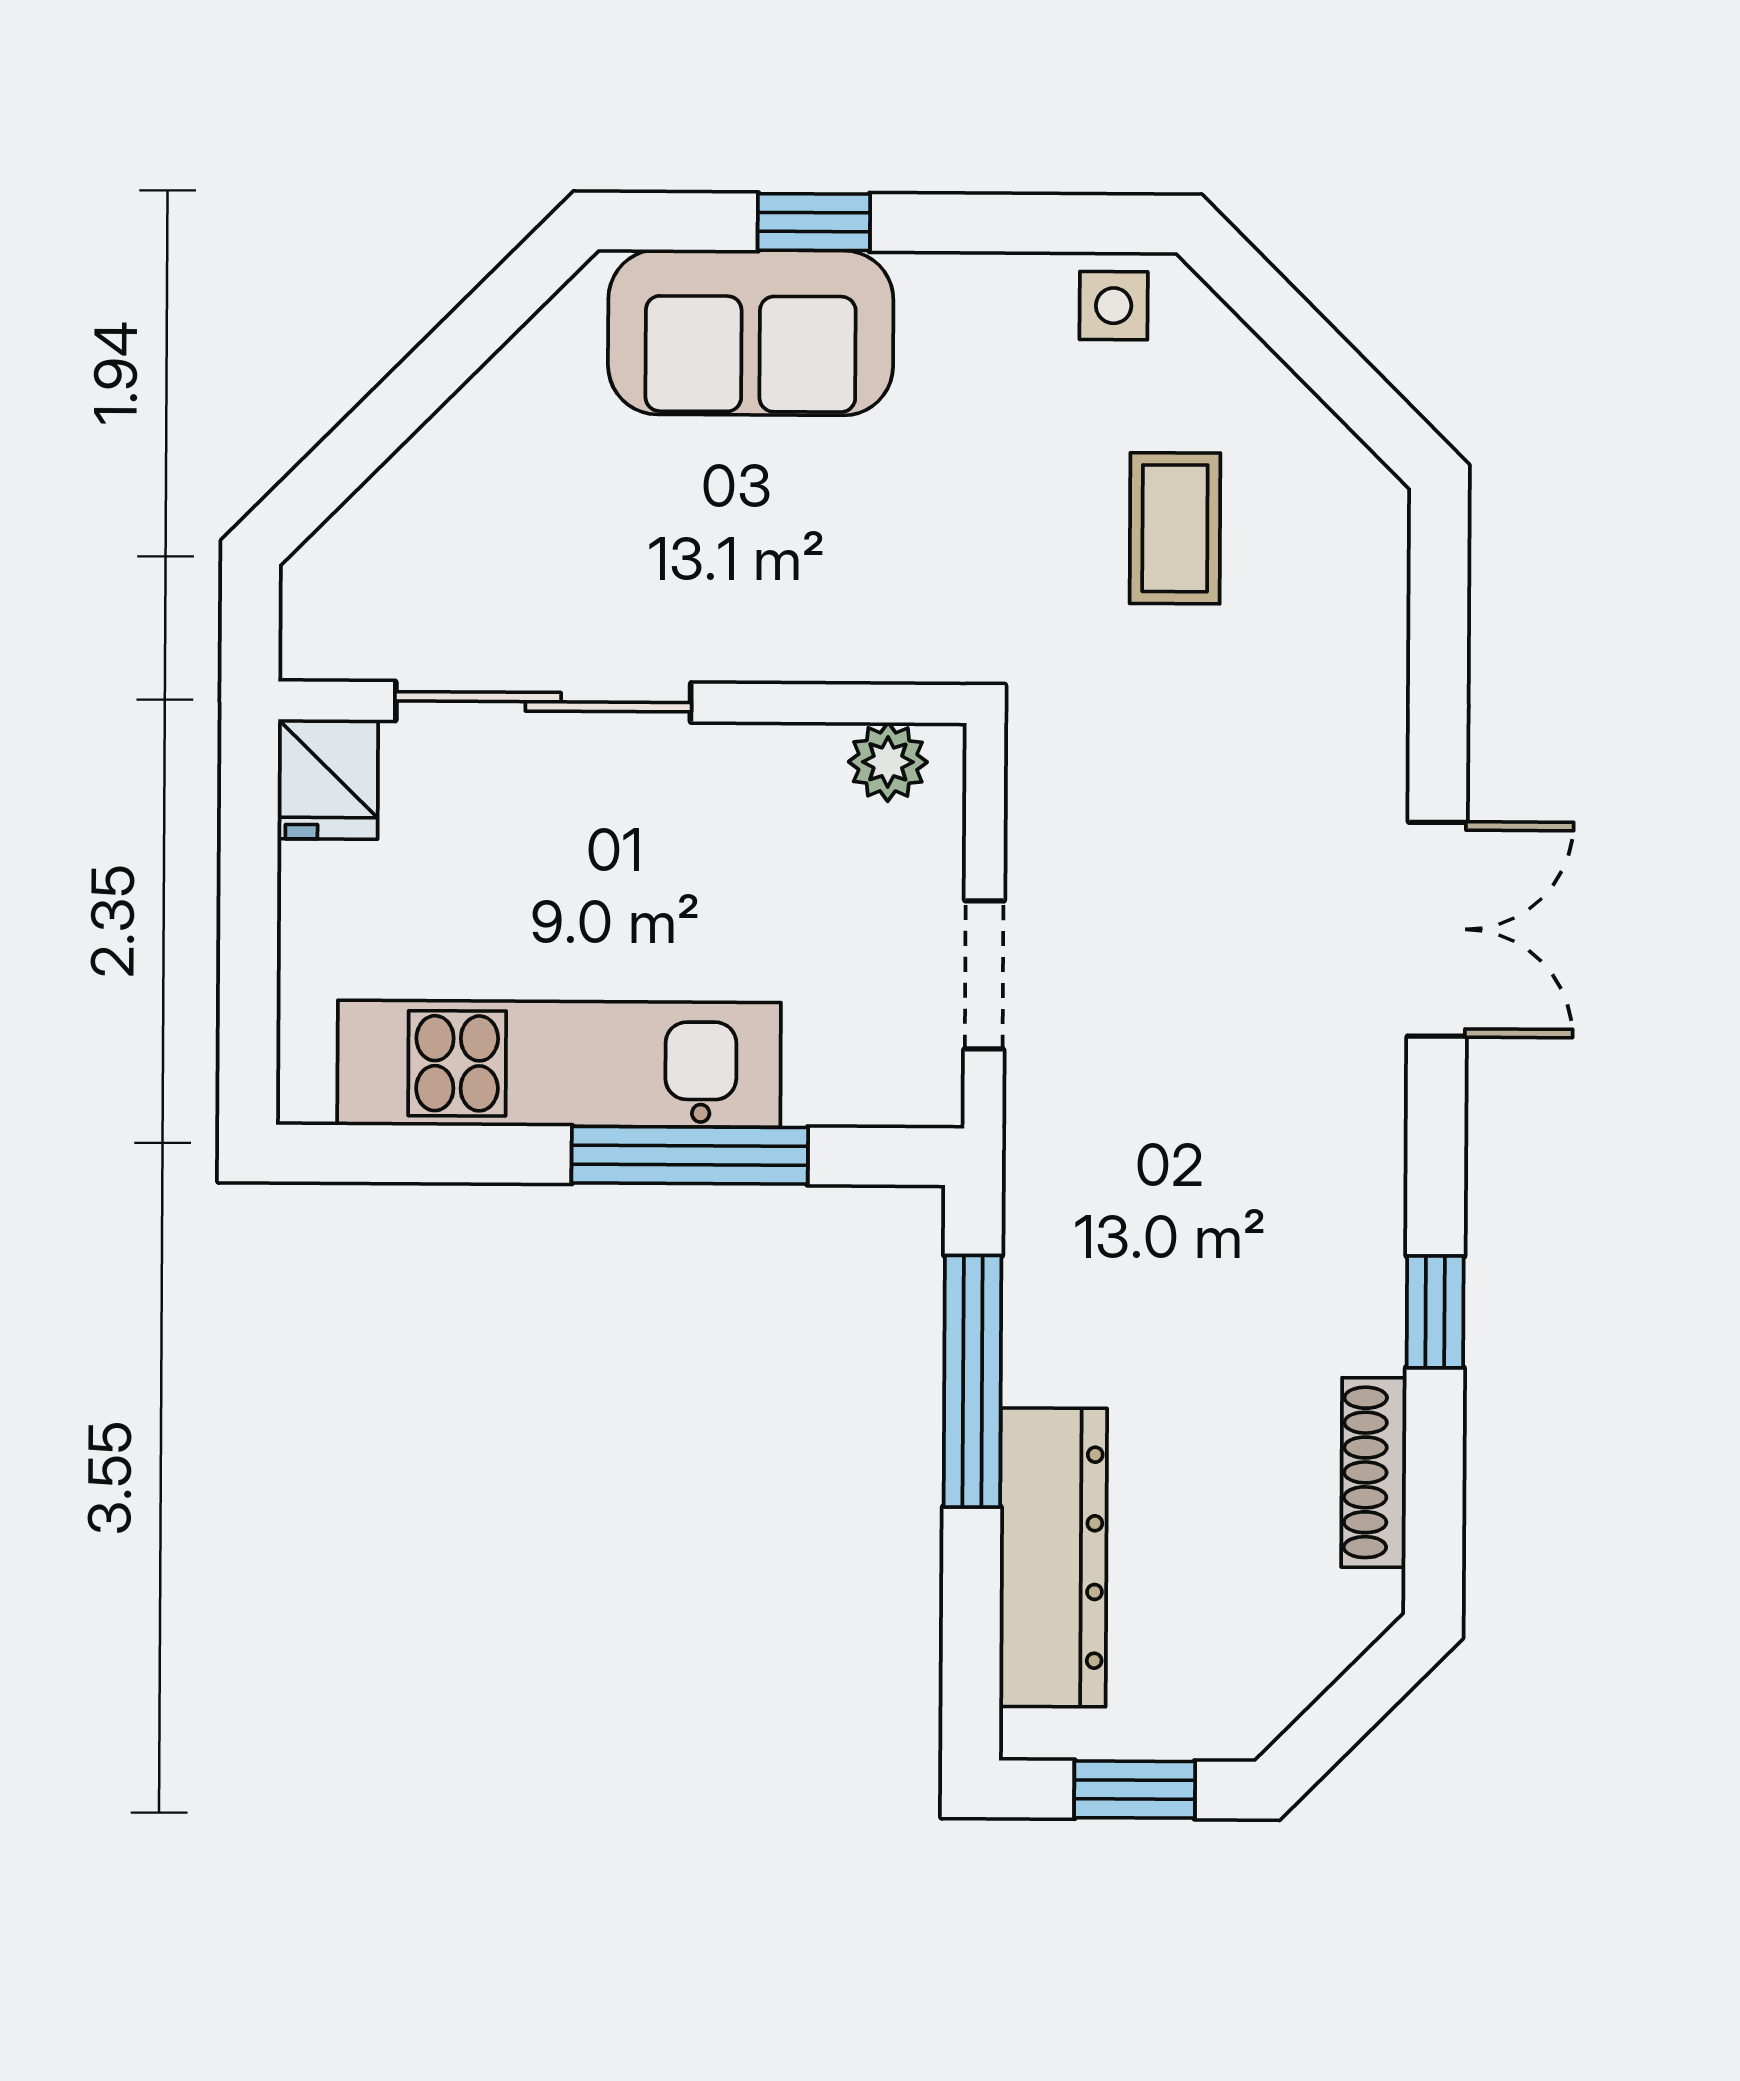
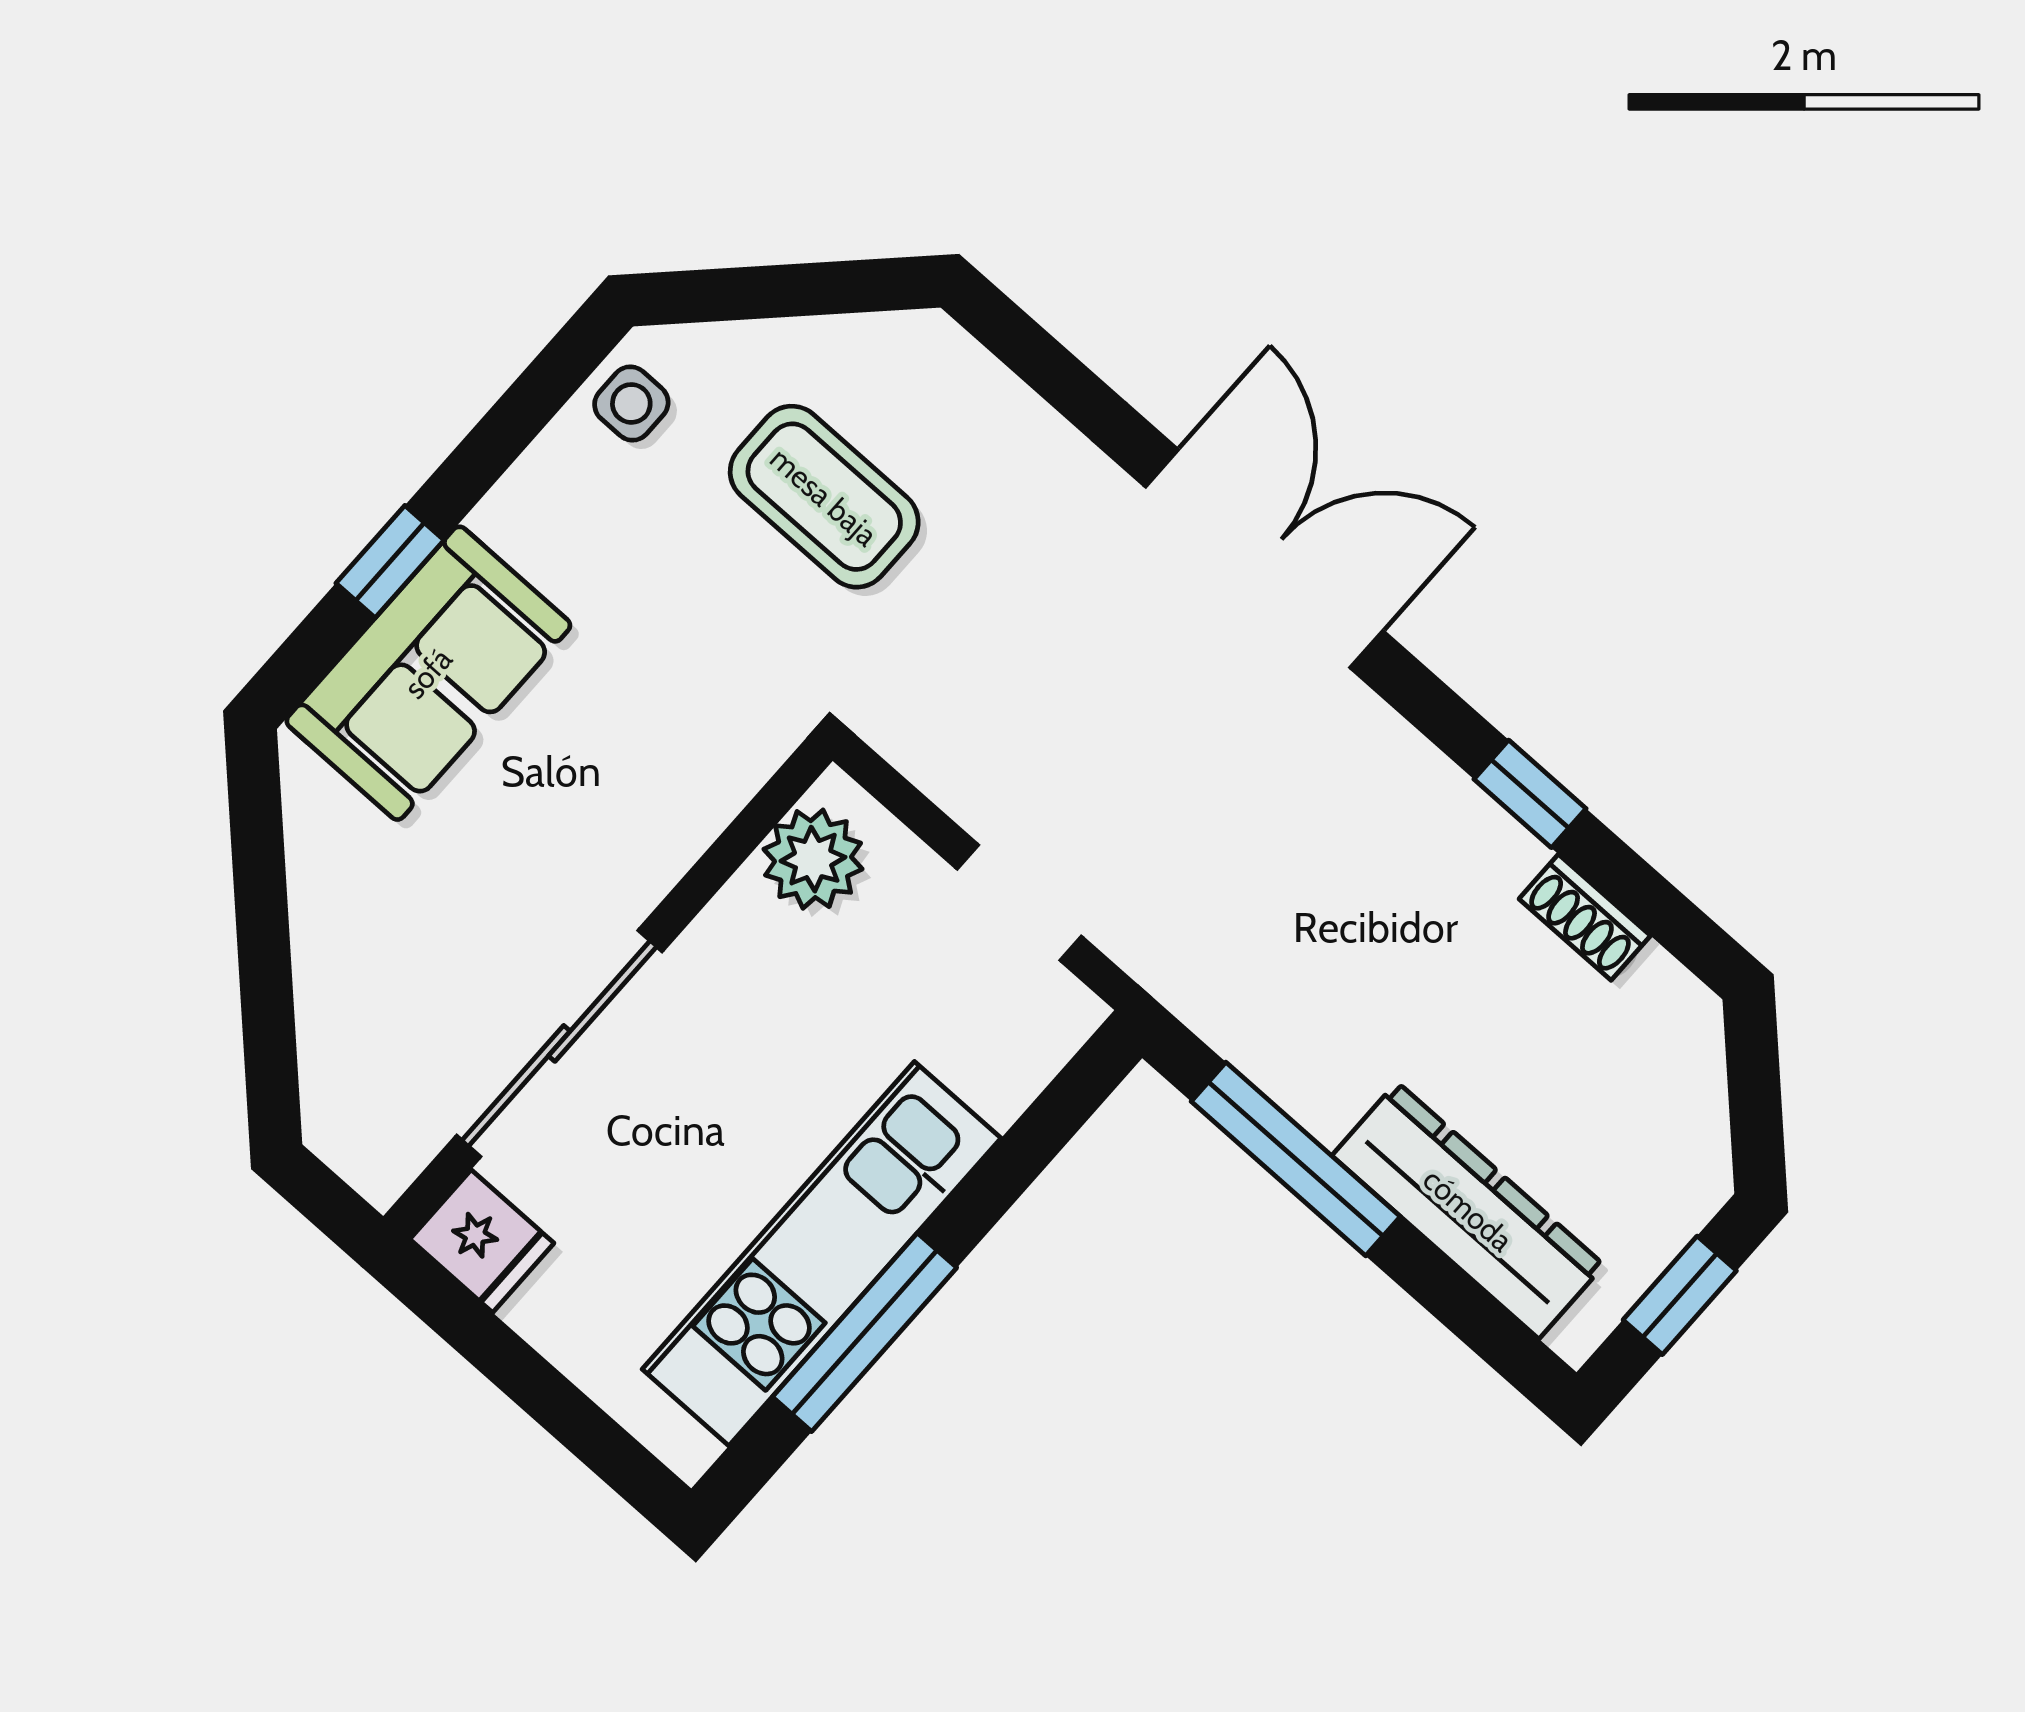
coffee table: (1175, 528) -> (824, 497), width x1.36, depth x1.30
plant: (888, 762) -> (813, 859), width x1.38, depth x1.38
double door: (1437, 929) -> (1264, 559), width x1.37
window: (690, 1155) -> (865, 1332), moved
shoe rack: (1374, 1472) -> (1585, 917), width x0.70

